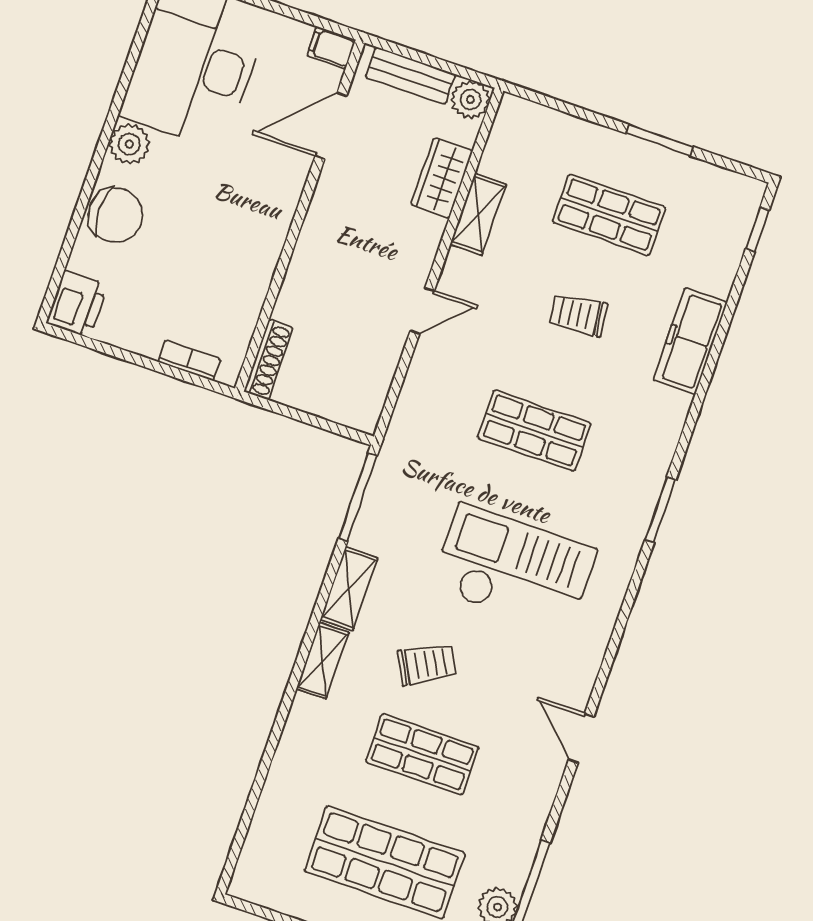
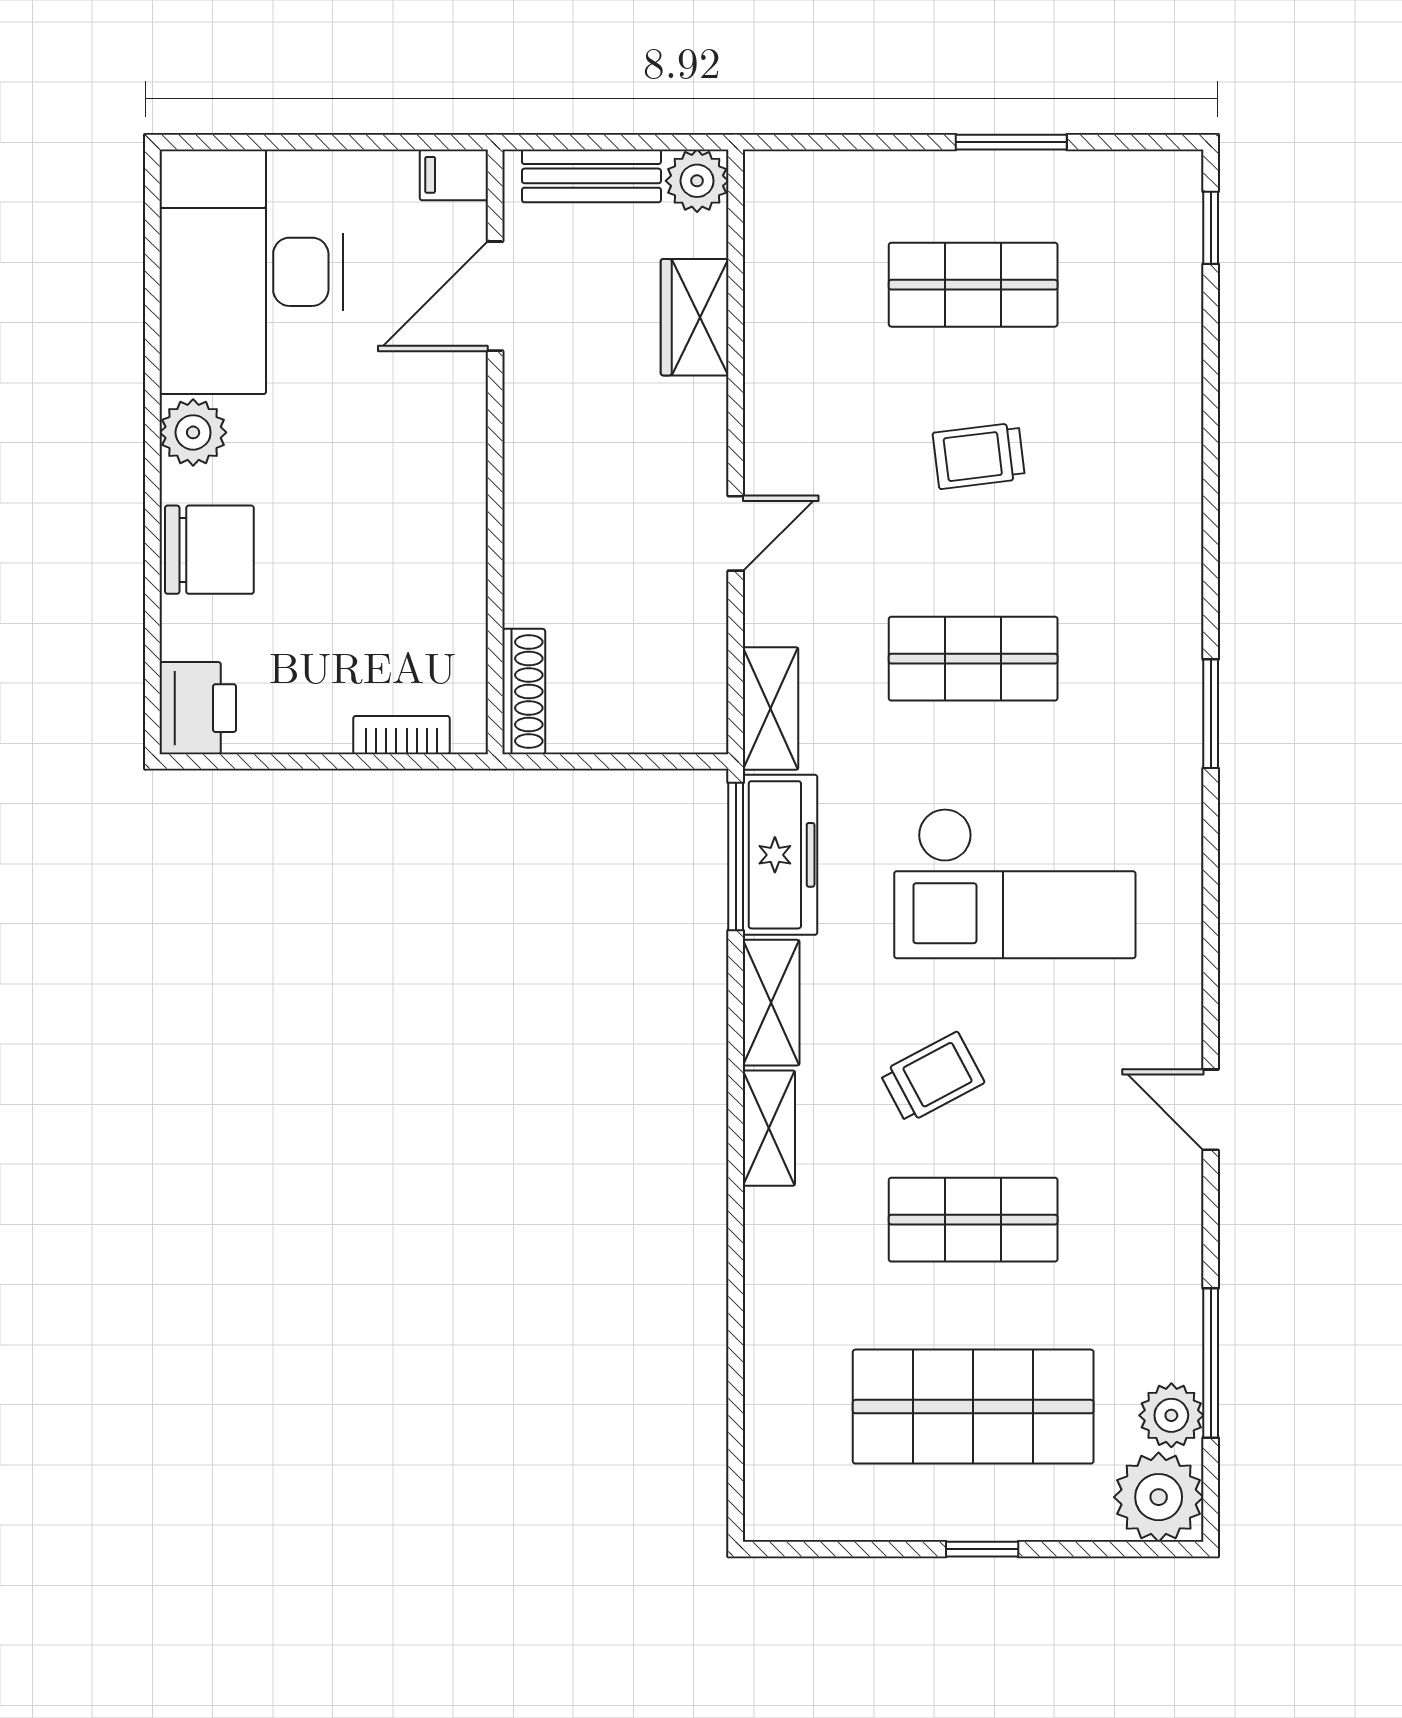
shelving: (478, 214) -> (770, 708), moved
freezer: (690, 341) -> (780, 855), moved, turned 180
checkout: (514, 568) -> (1015, 883), turned 180

